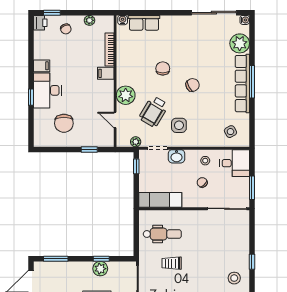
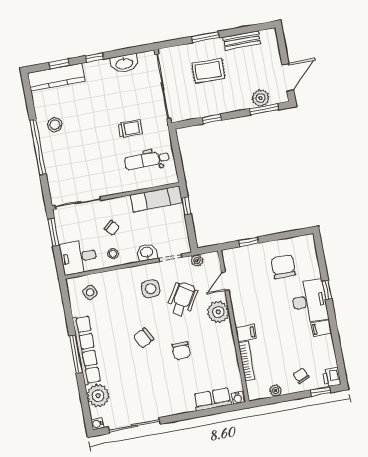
door: (115, 120) -> (225, 281), swing flipped
window: (136, 166) -> (186, 206), moved
window: (252, 262) -> (38, 147), width x3.17
plant: (100, 269) -> (261, 98), moved

